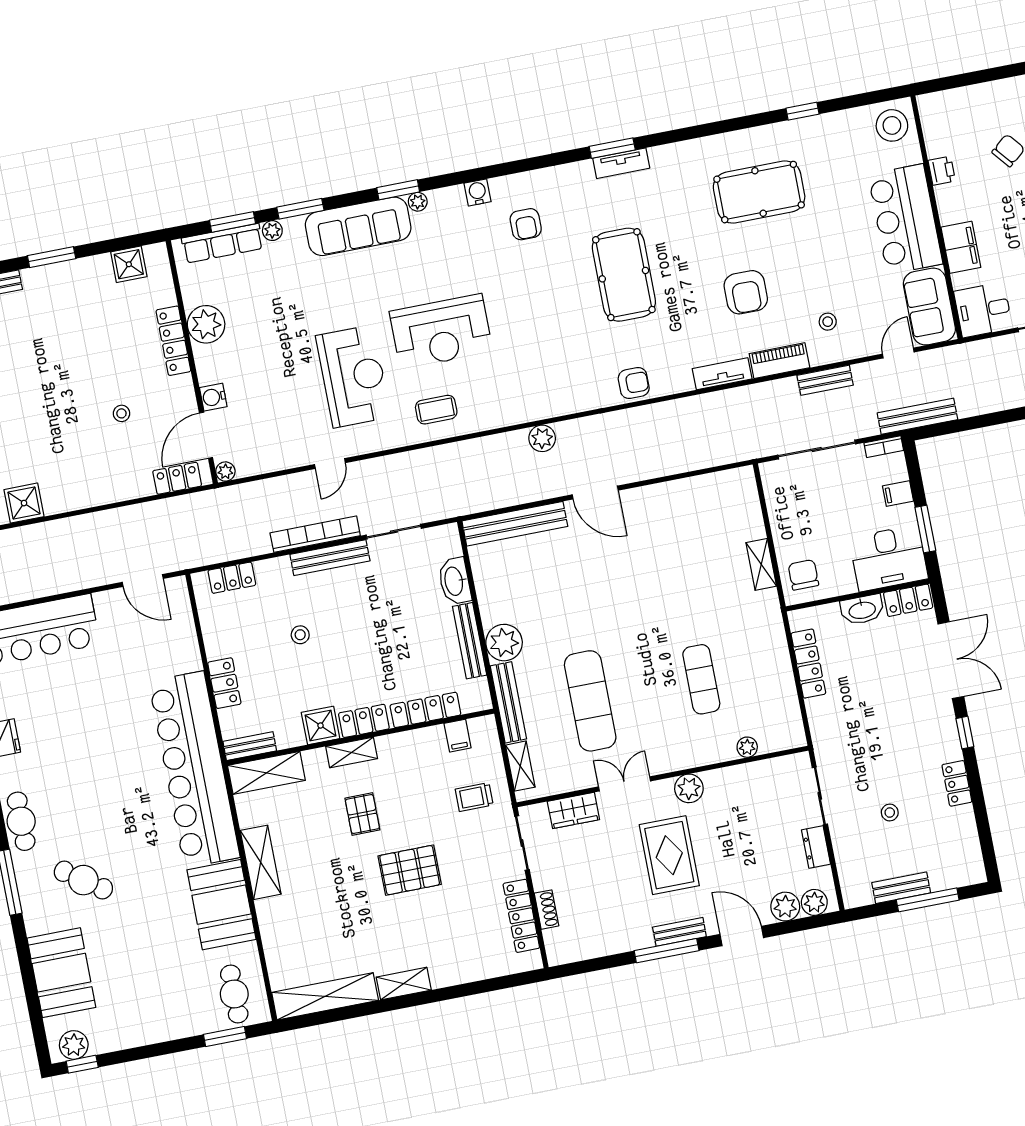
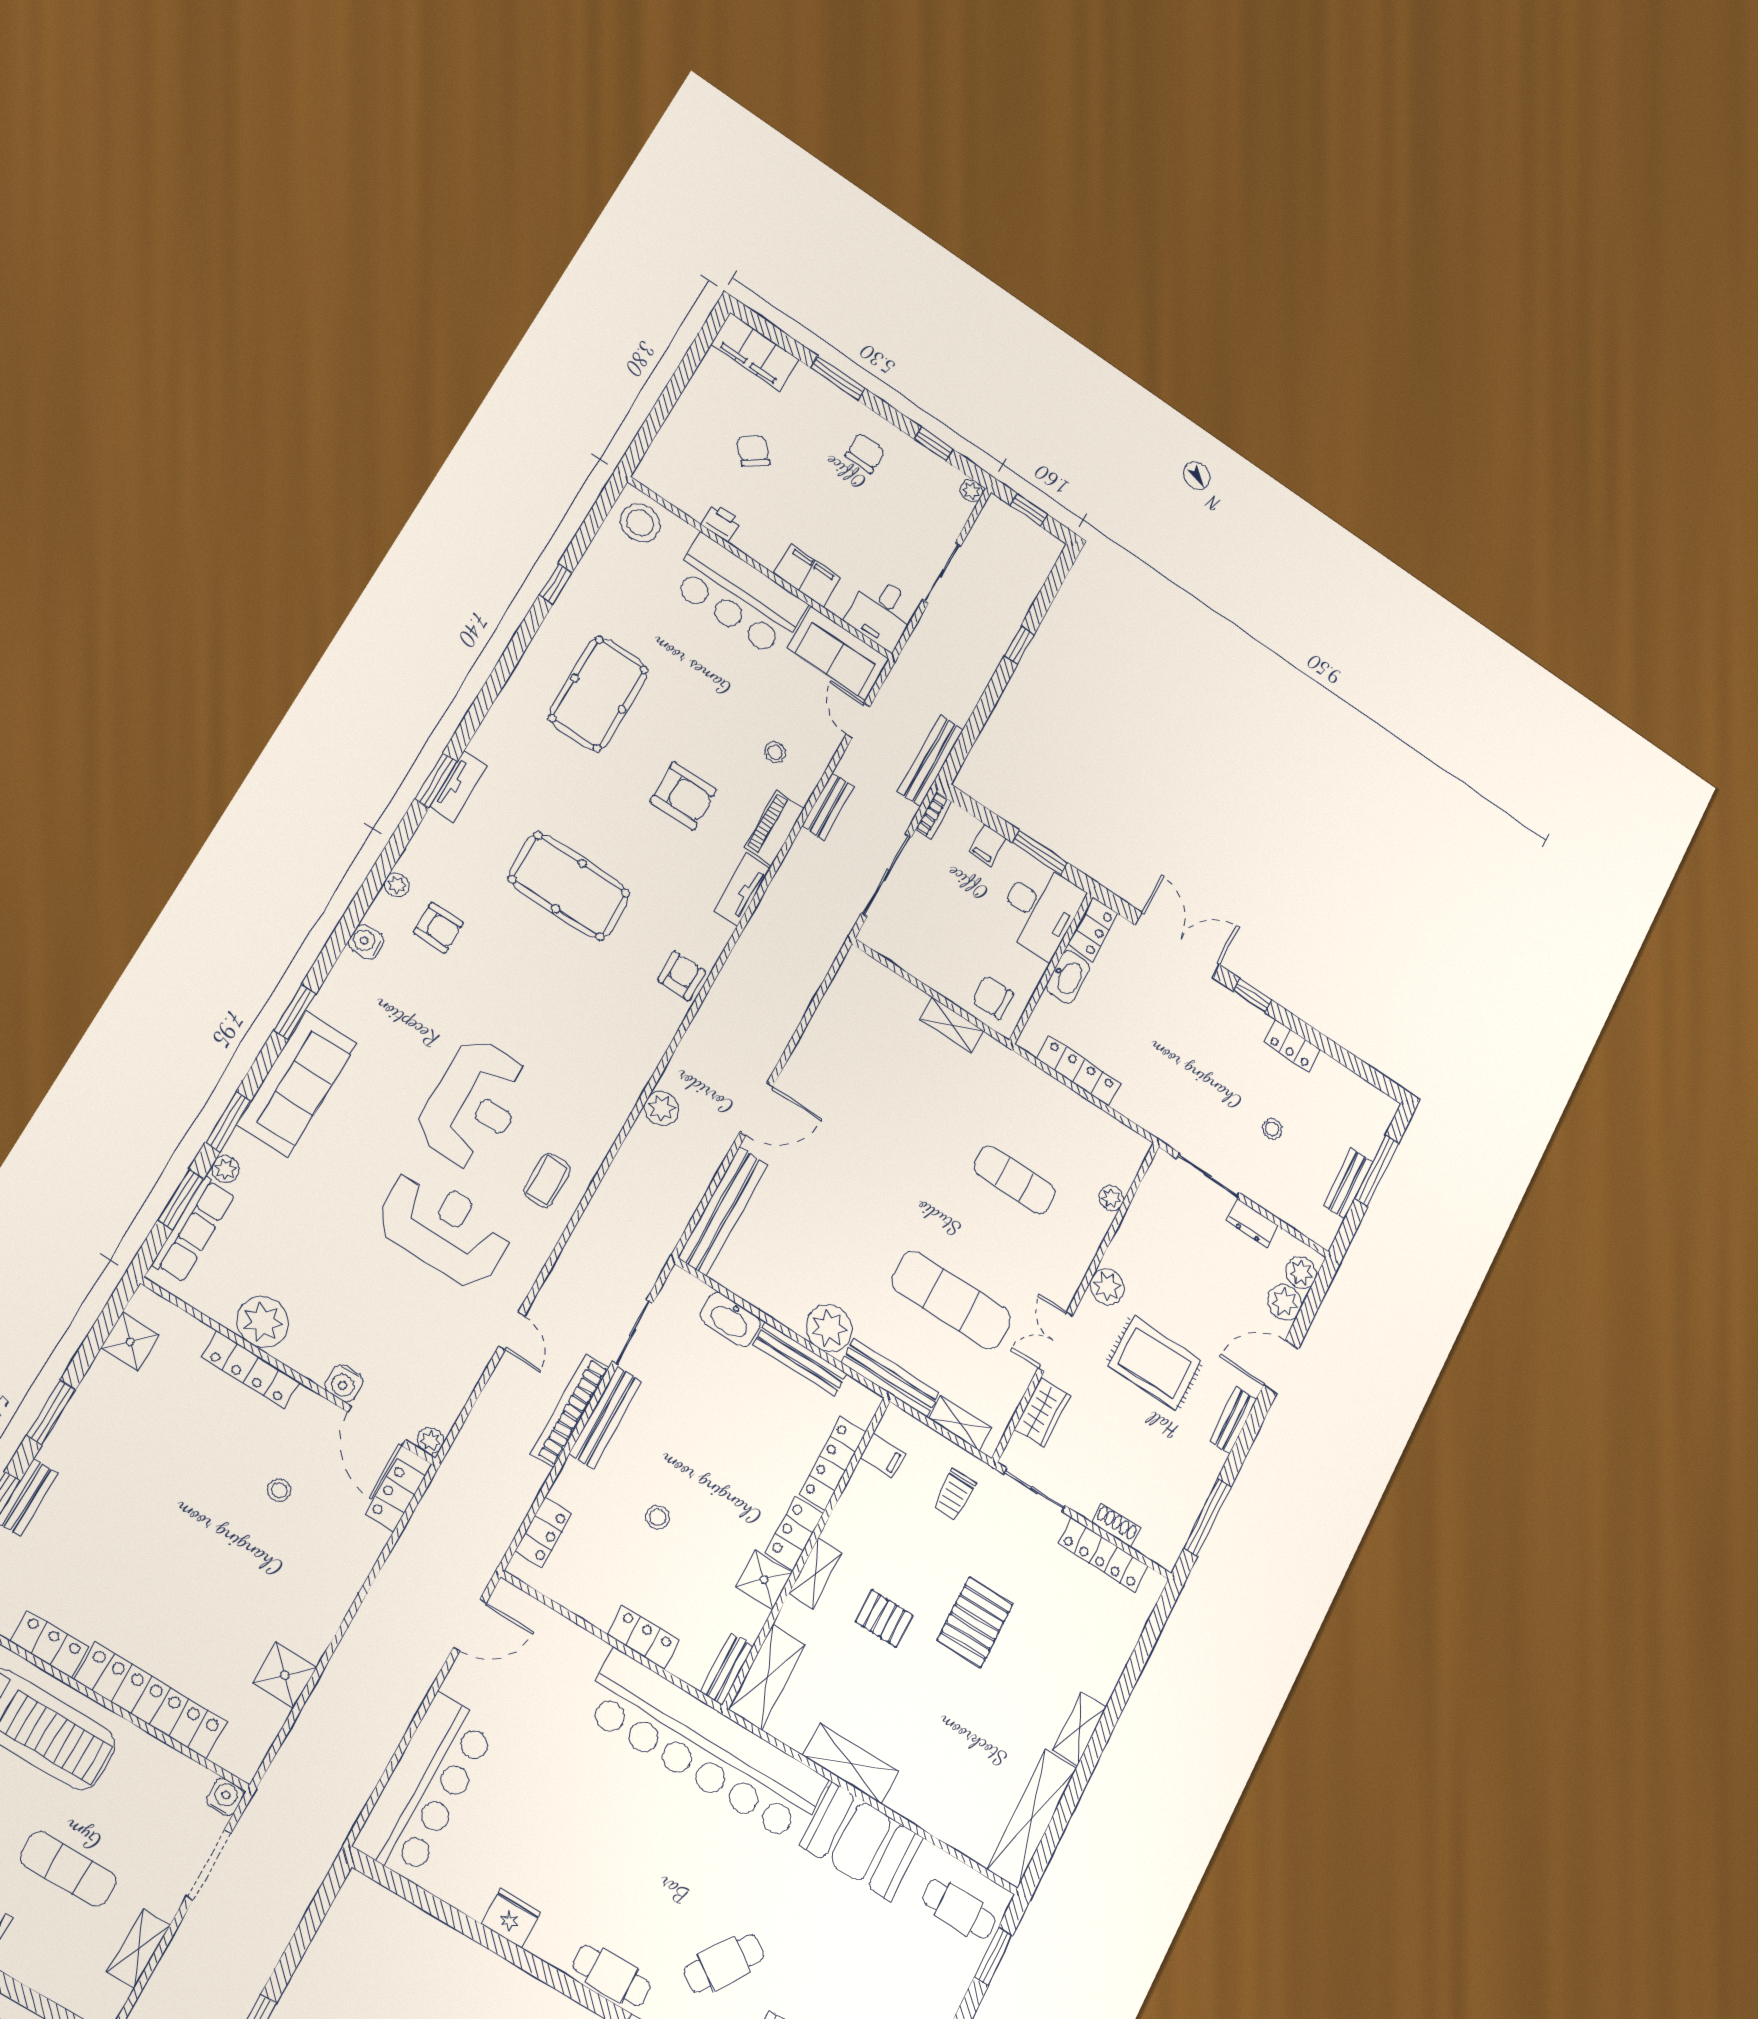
plant: (418, 202) -> (397, 885), moved
window: (667, 951) -> (1208, 1517), moved

